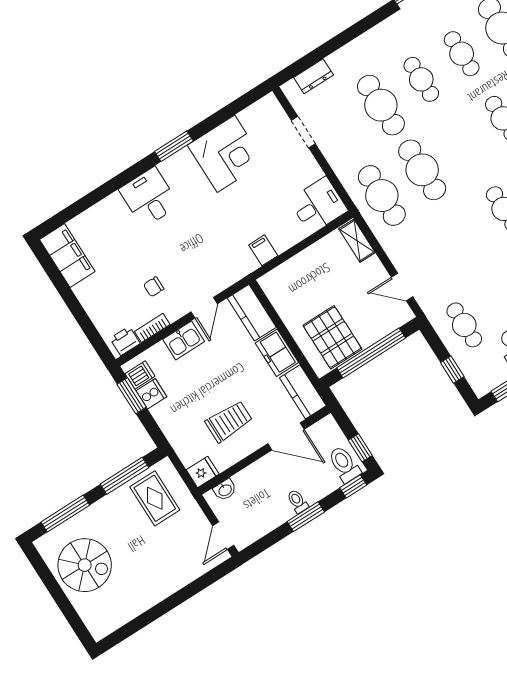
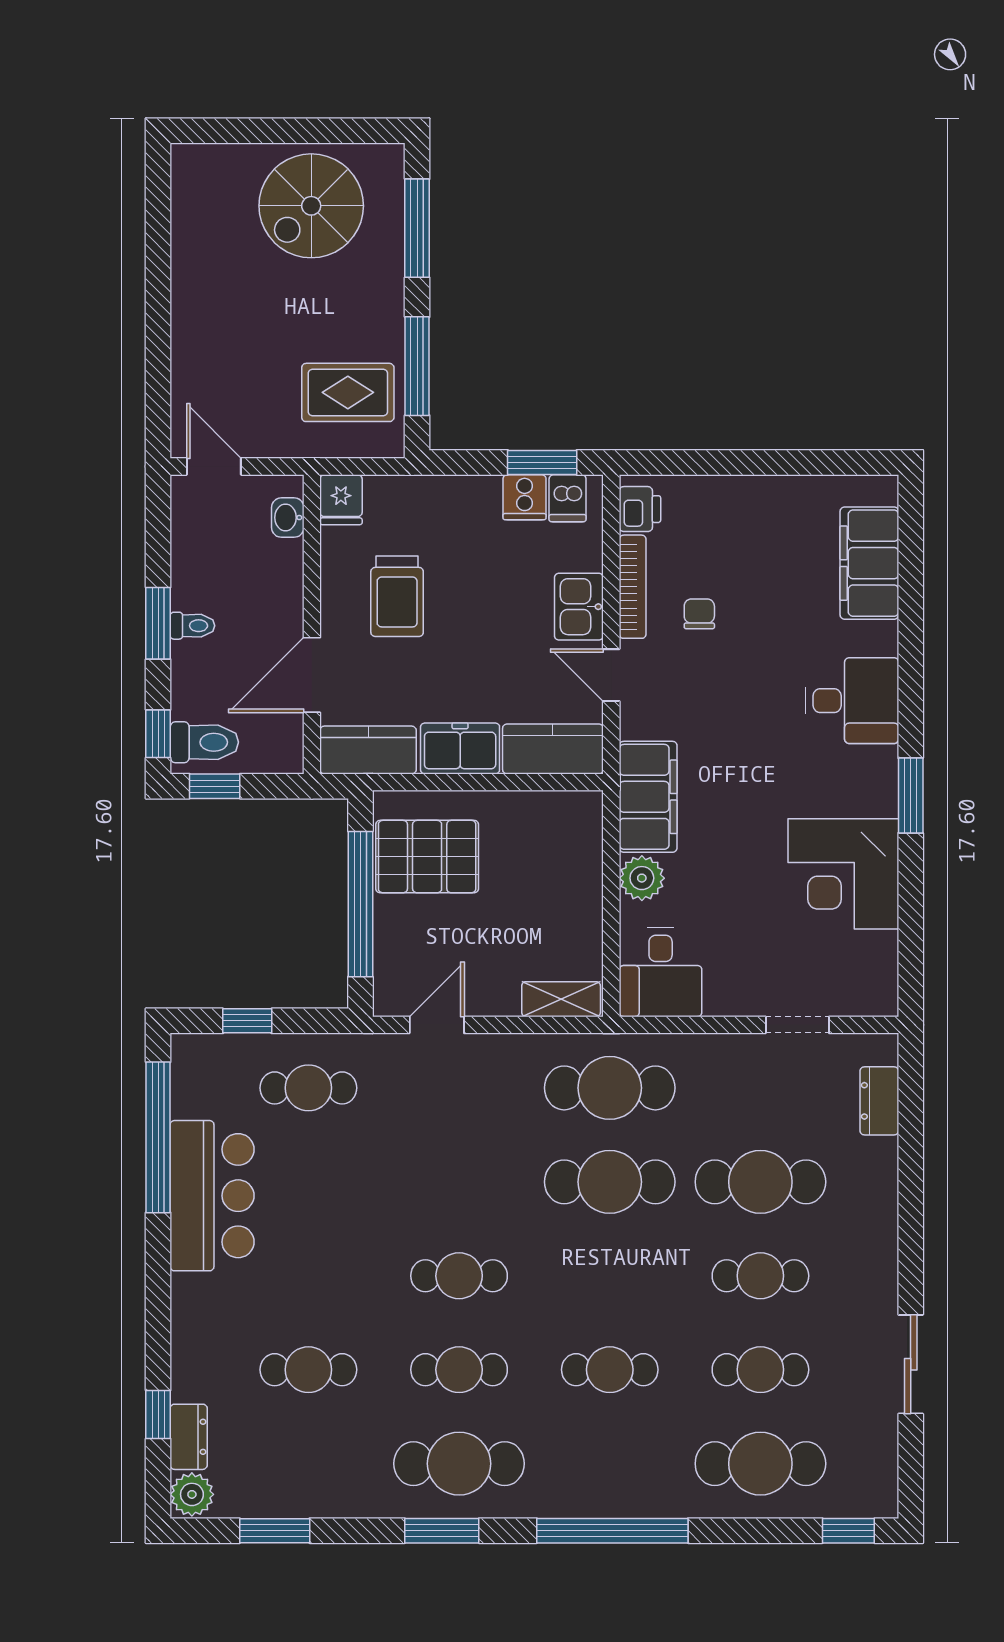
plant: (283, 239) -> (642, 878), added
filing cabinet: (263, 250) -> (648, 797), width x3.00, depth x1.17
filing cabinet: (67, 255) -> (869, 563), moved, turned 90
bookcase: (152, 328) -> (633, 587), width x1.56

